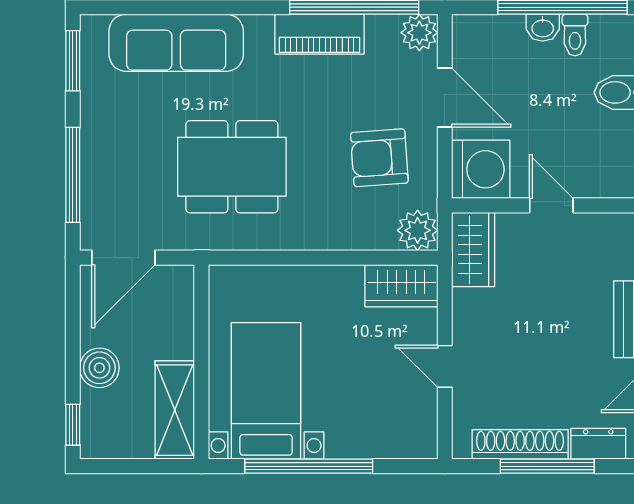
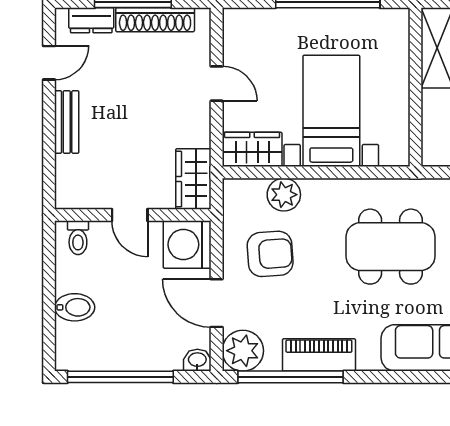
washbasin: (543, 28) -> (197, 360), moved
plant: (419, 33) -> (243, 351), width x1.36, depth x1.36
toilet: (575, 35) -> (78, 238), moved, turned 180
plant: (418, 230) -> (284, 195), moved
bed with nightstands: (266, 391) -> (331, 111), moved, turned 180

